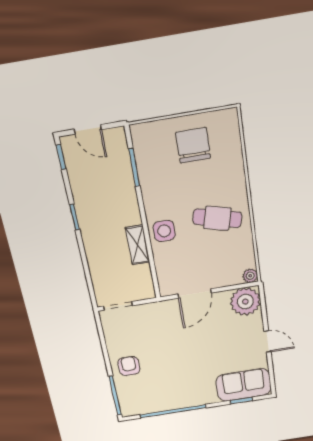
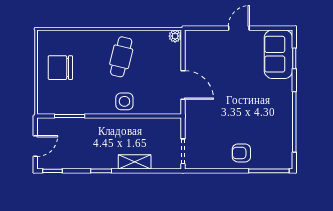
shelving: (137, 245) -> (135, 162), moved
plant: (245, 302) -> (198, 43), removed

